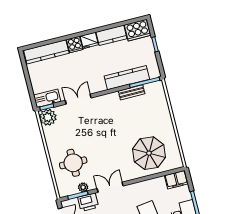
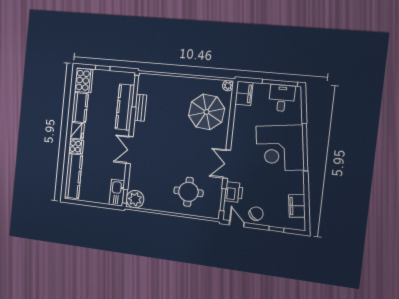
double door: (78, 99) -> (130, 150), moved
plant: (83, 187) -> (228, 86), moved

